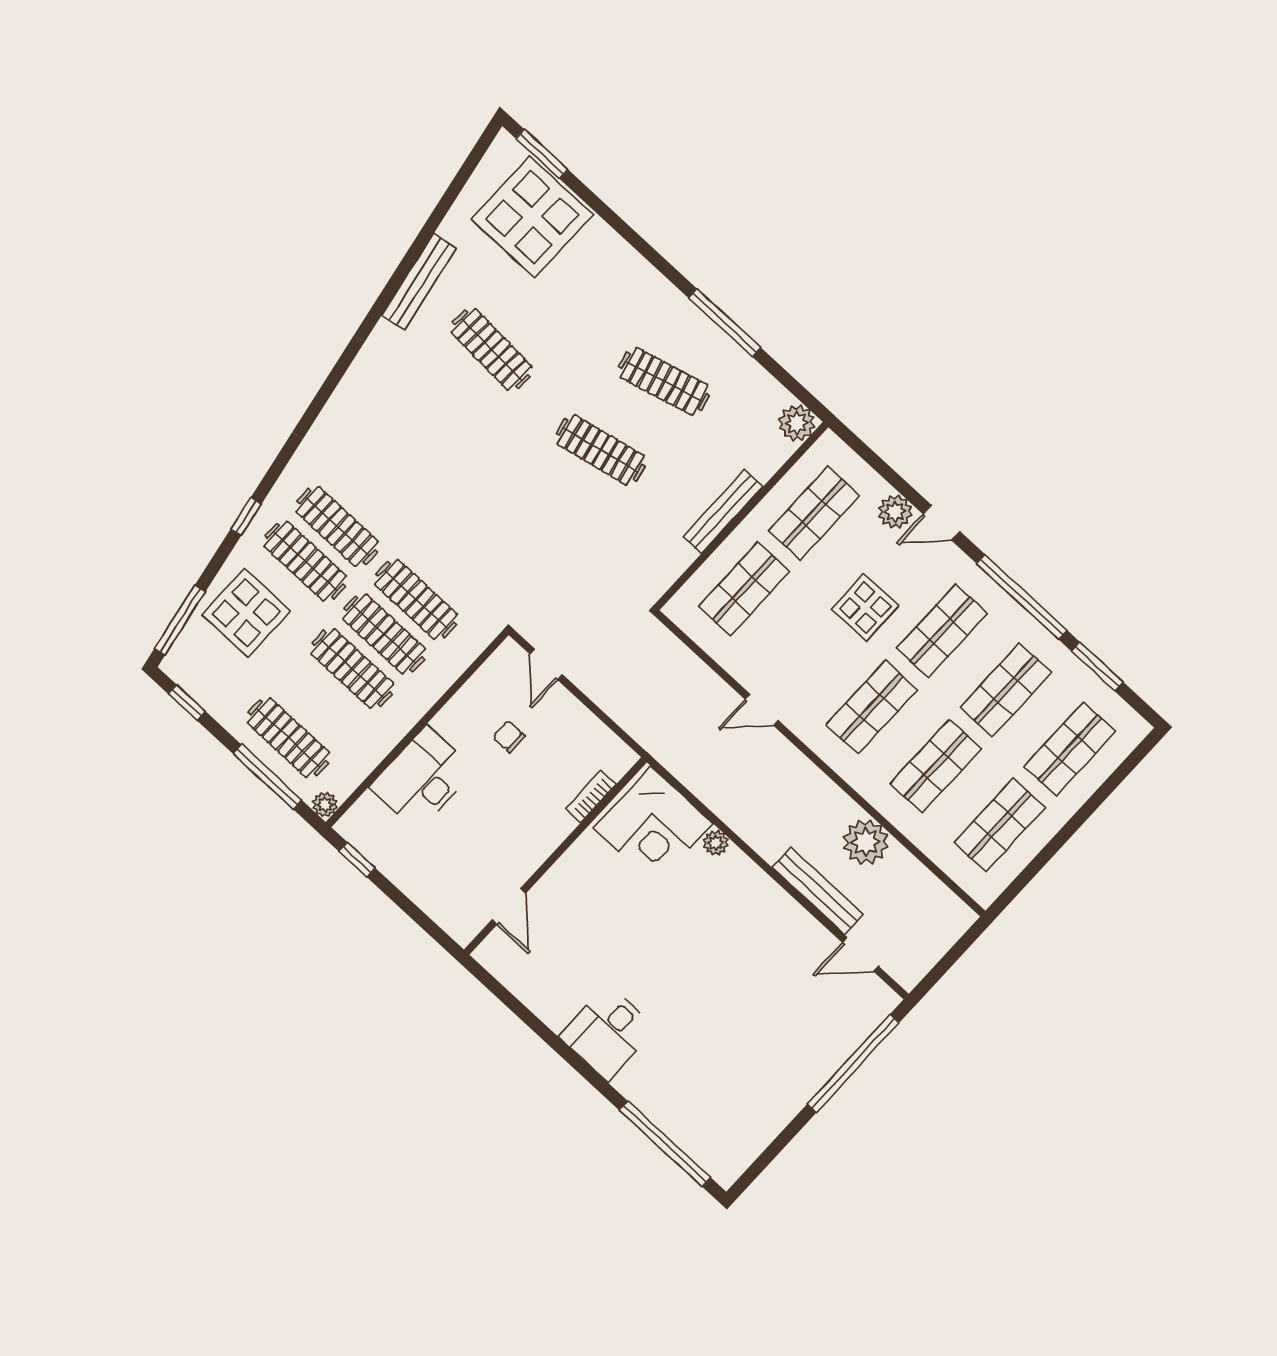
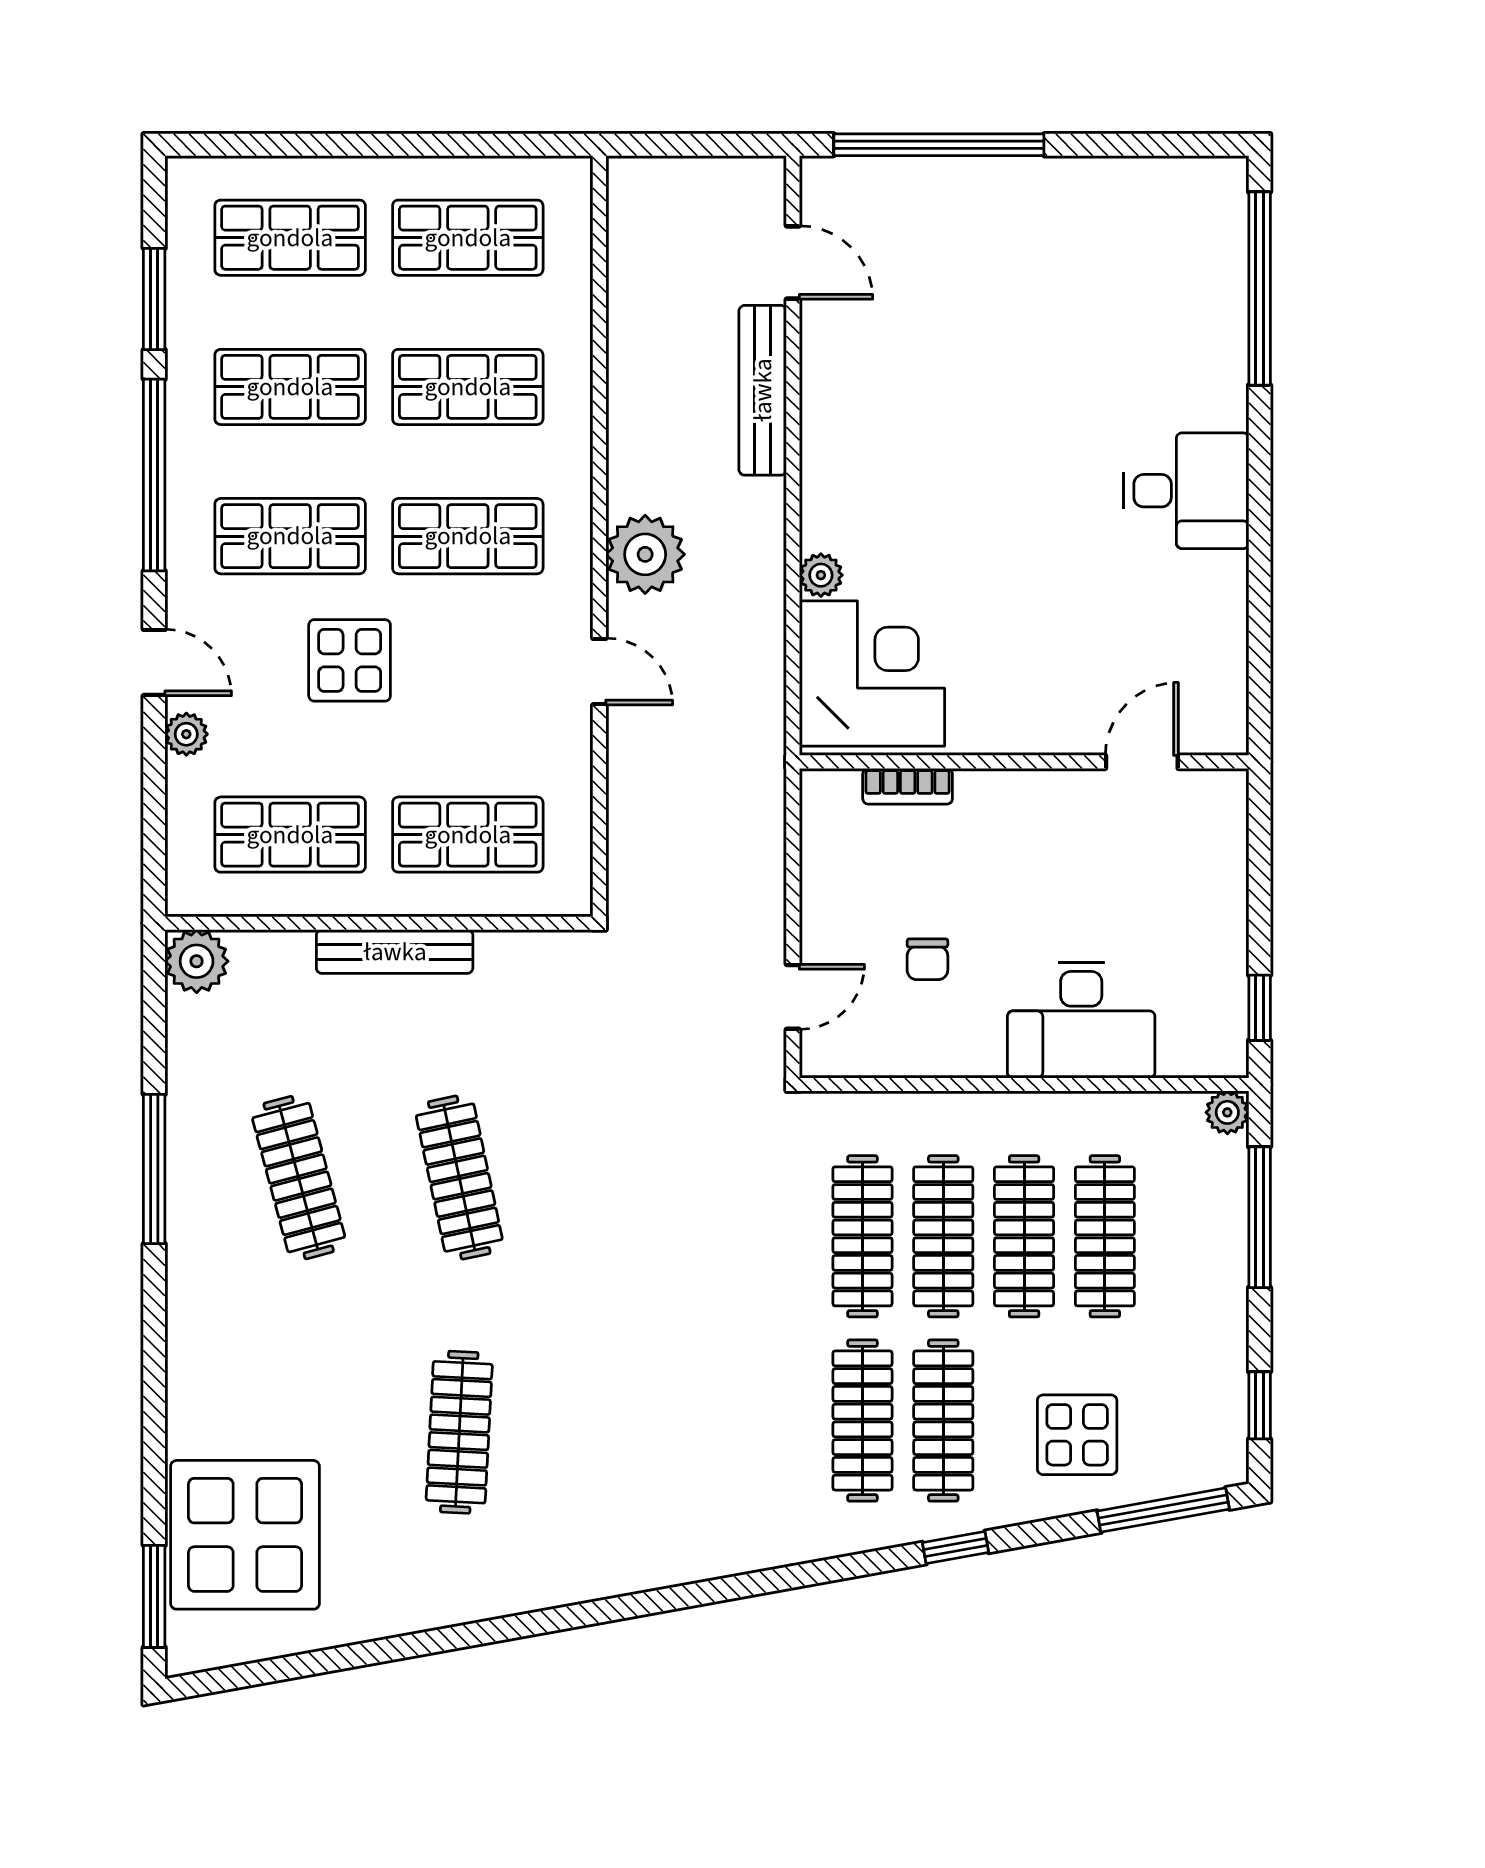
bench: (419, 282) -> (458, 1602), removed
plant: (895, 512) -> (186, 734), width x0.73, depth x0.73
display table: (246, 613) -> (1077, 1435), width x0.73, depth x0.73
clothes rail: (288, 738) -> (1105, 1236), moved
plant: (866, 842) -> (645, 554), moved

